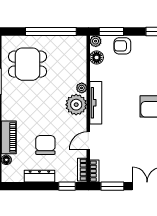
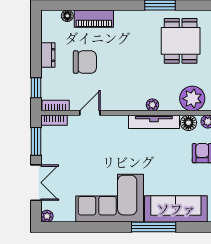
tv unit: (96, 103) -> (154, 122), moved
plant: (76, 105) -> (192, 99), moved
door: (88, 141) -> (90, 113), hinge flipped
dresser: (39, 176) -> (48, 55), width x0.70

